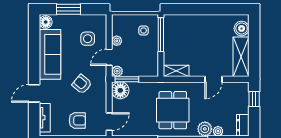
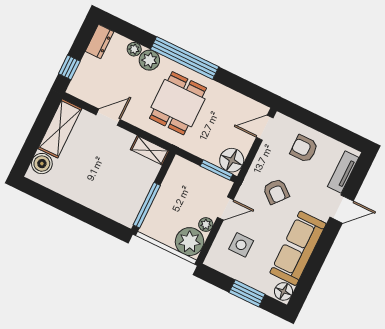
side table: (144, 31) -> (166, 221), removed
plant: (117, 71) -> (190, 242), moved, width x1.87, depth x1.87

